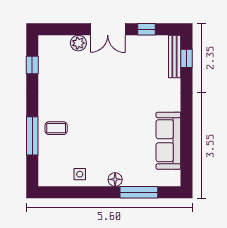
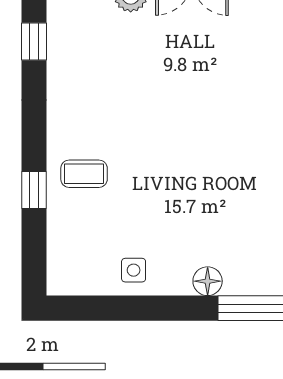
window: (32, 136) -> (34, 190), width x0.46

